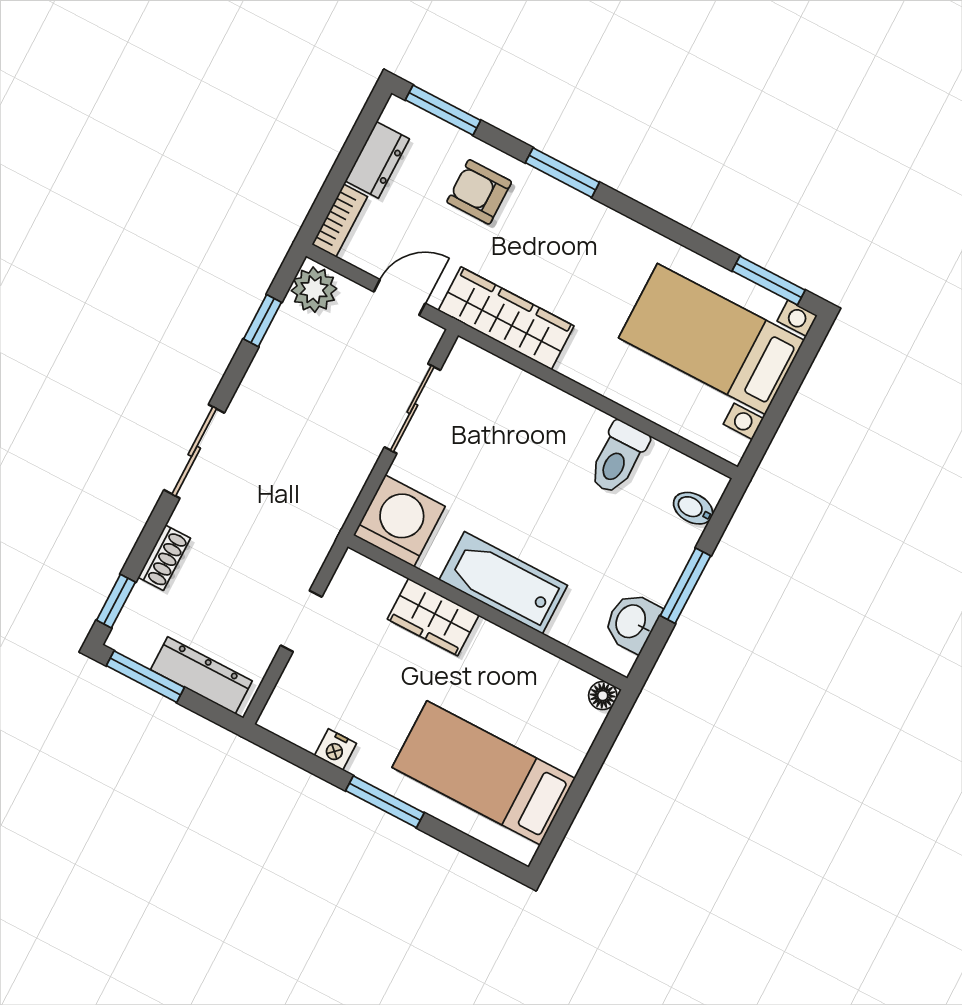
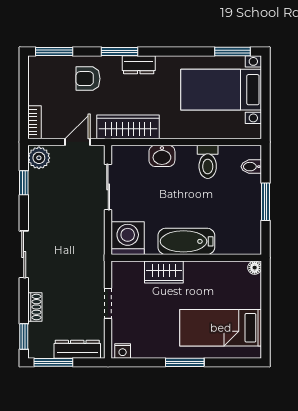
dresser: (377, 160) -> (139, 65), moved, turned 90
washbasin: (632, 622) -> (162, 156), moved, turned -90
nightstand: (335, 749) -> (123, 351), moved

